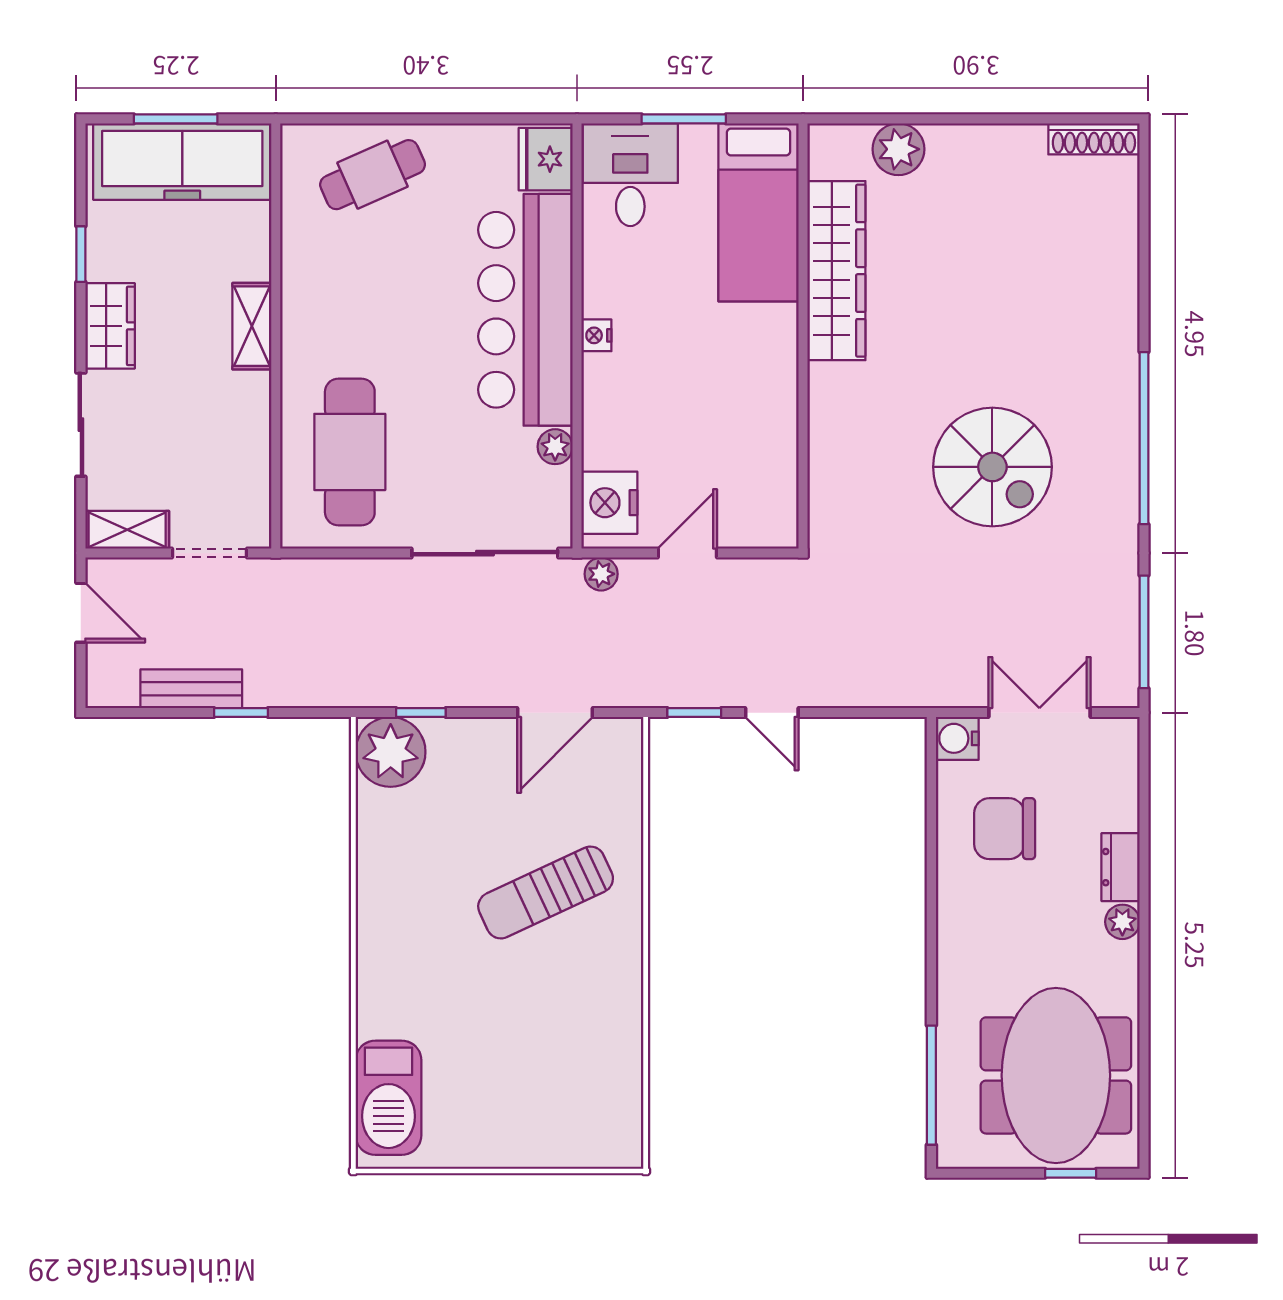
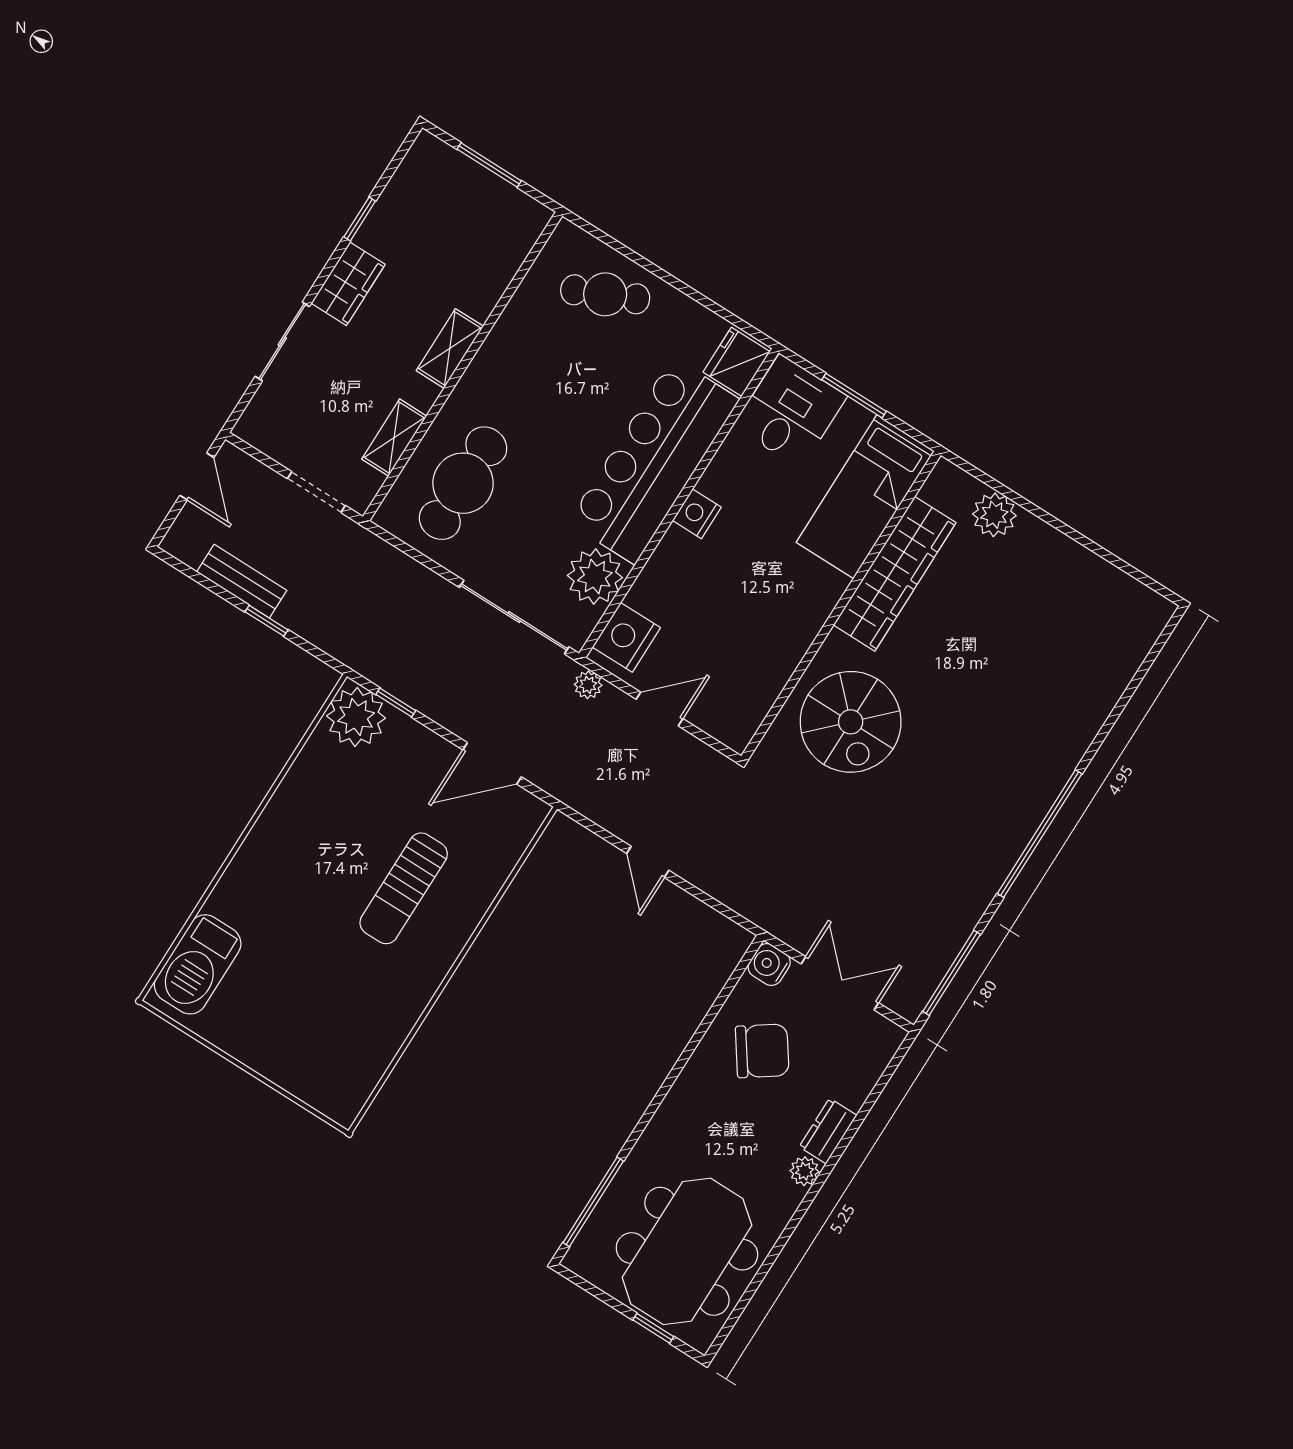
shoe rack: (1094, 139) -> (1139, 596), removed
freezer: (182, 162) -> (474, 199), removed
nightstand: (596, 335) -> (697, 514), width x1.39, depth x1.35
plant: (555, 447) -> (595, 577), width x1.88, depth x1.88
spiral stairs: (992, 467) -> (851, 722), moved
shelving: (127, 530) -> (394, 438), moved, turned 90
window: (694, 713) -> (592, 827), removed
chair: (1005, 829) -> (762, 1051), turned 145
sun lounger: (546, 892) -> (404, 888), turned -65

